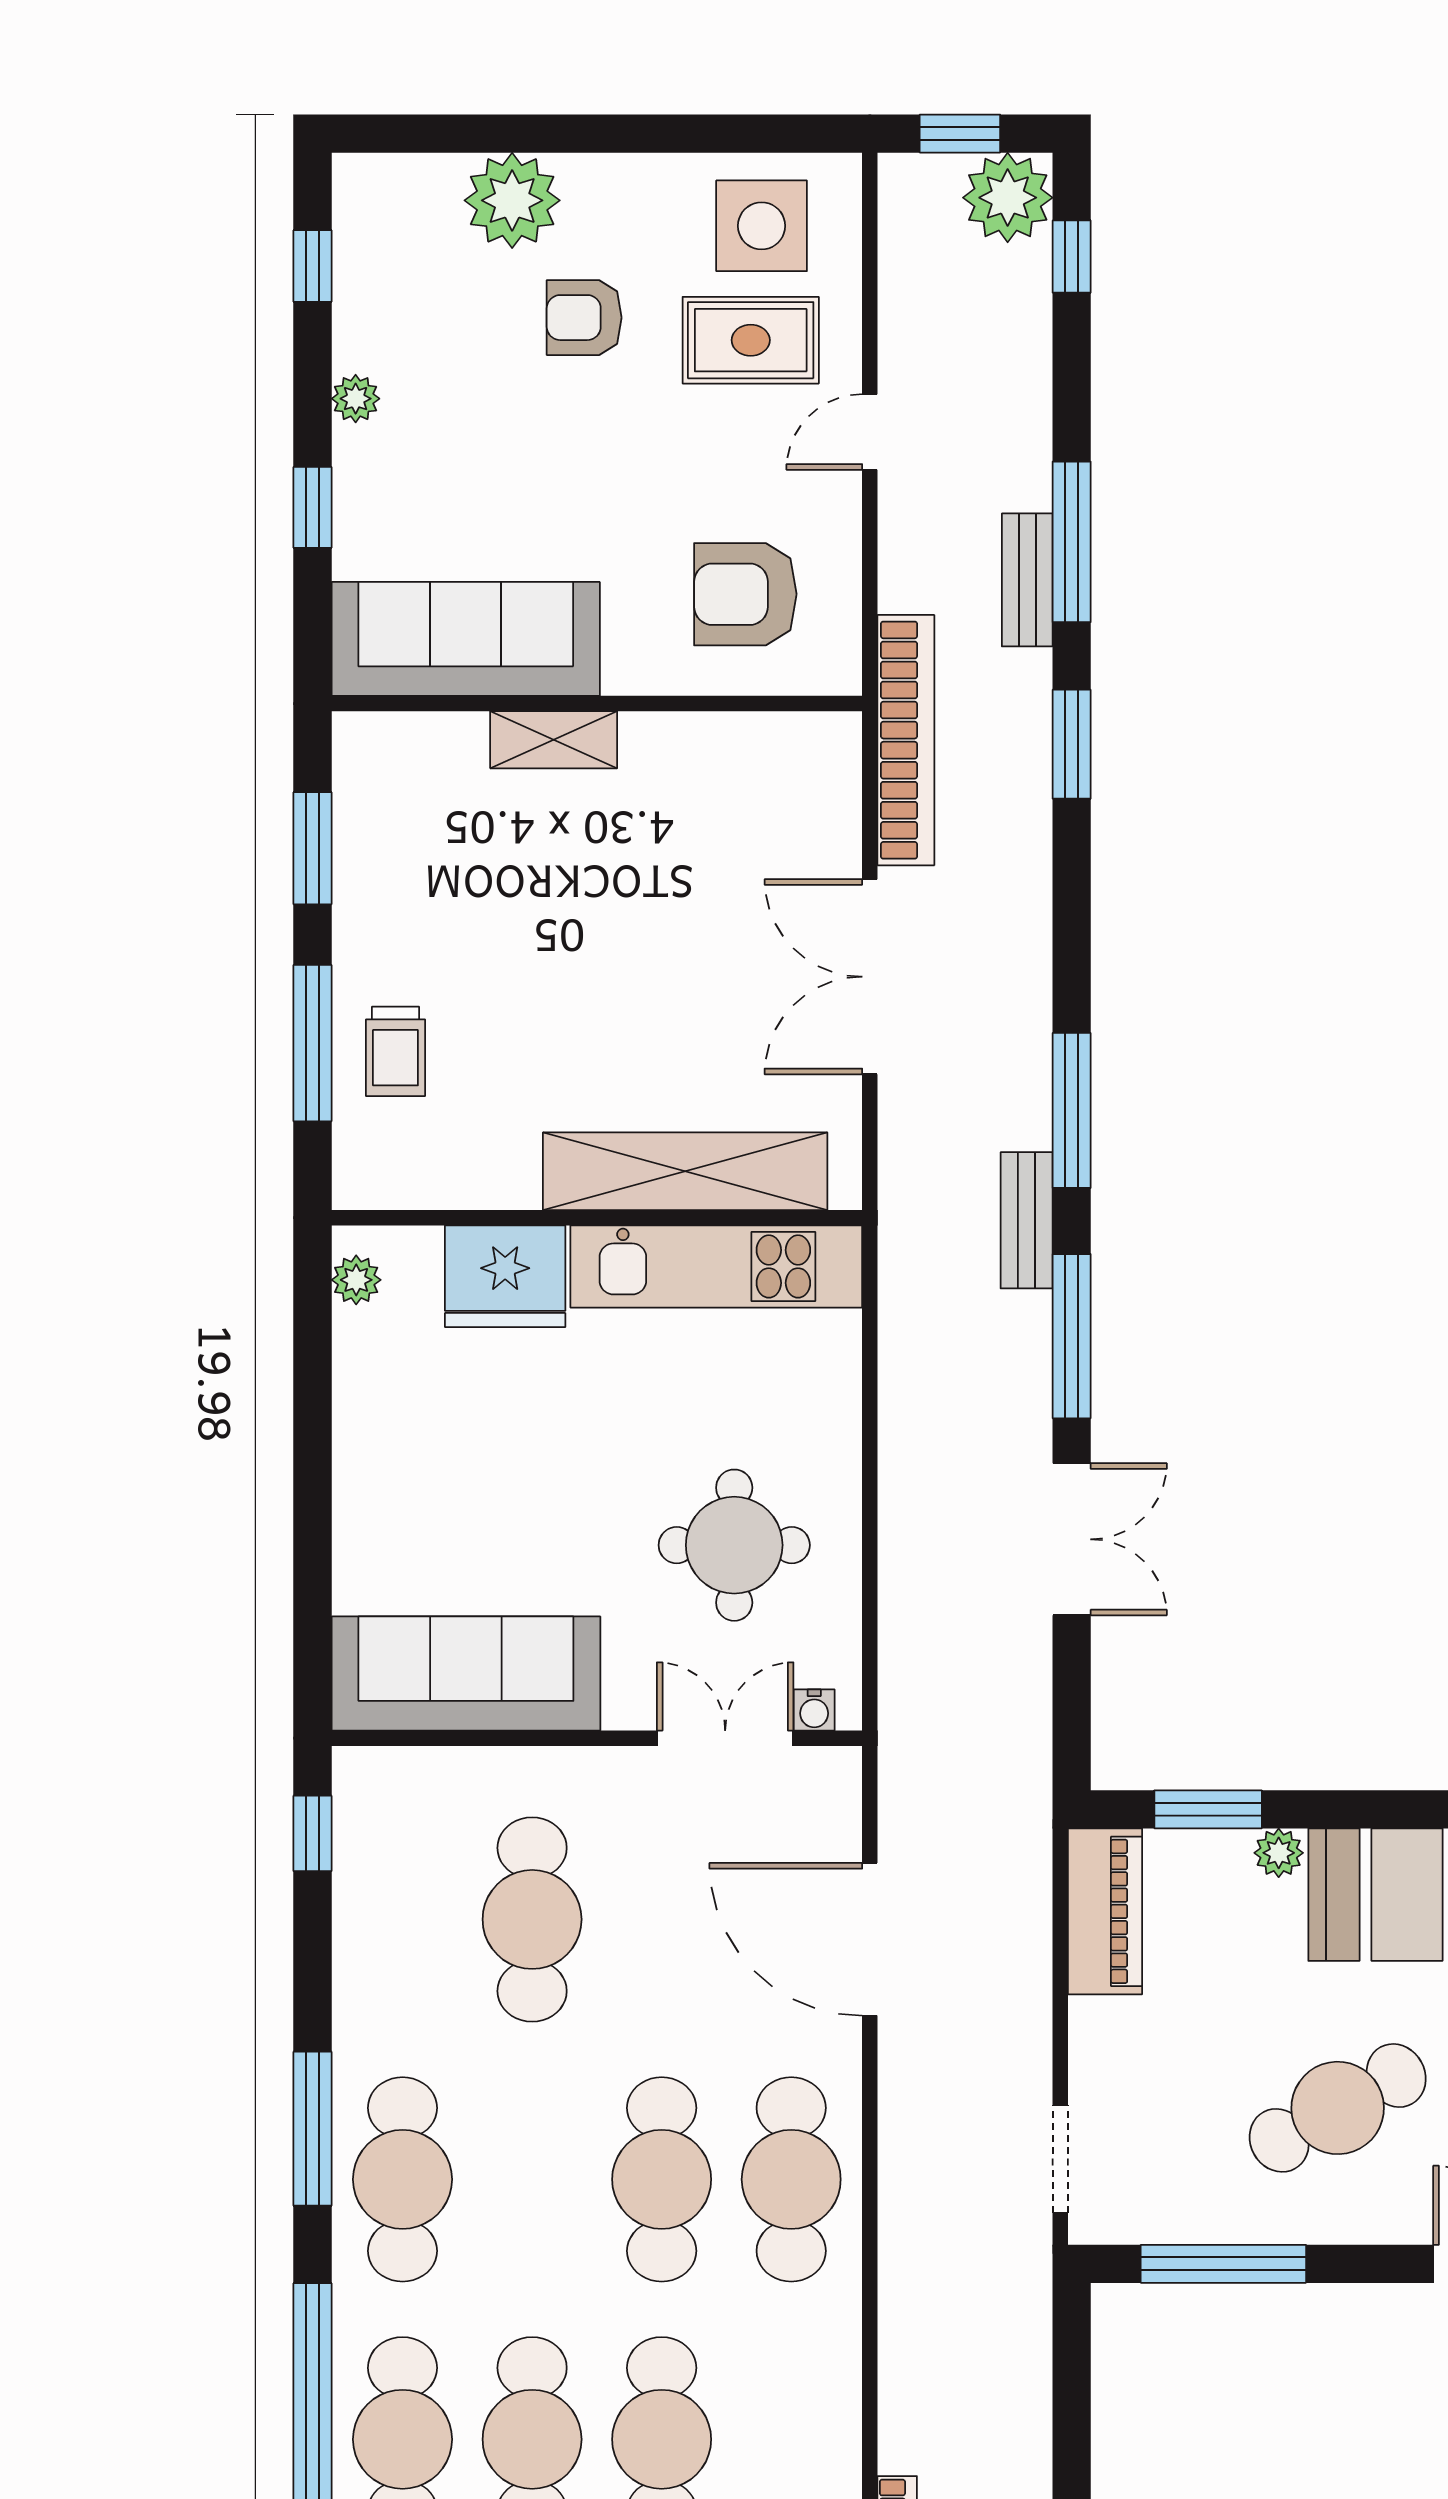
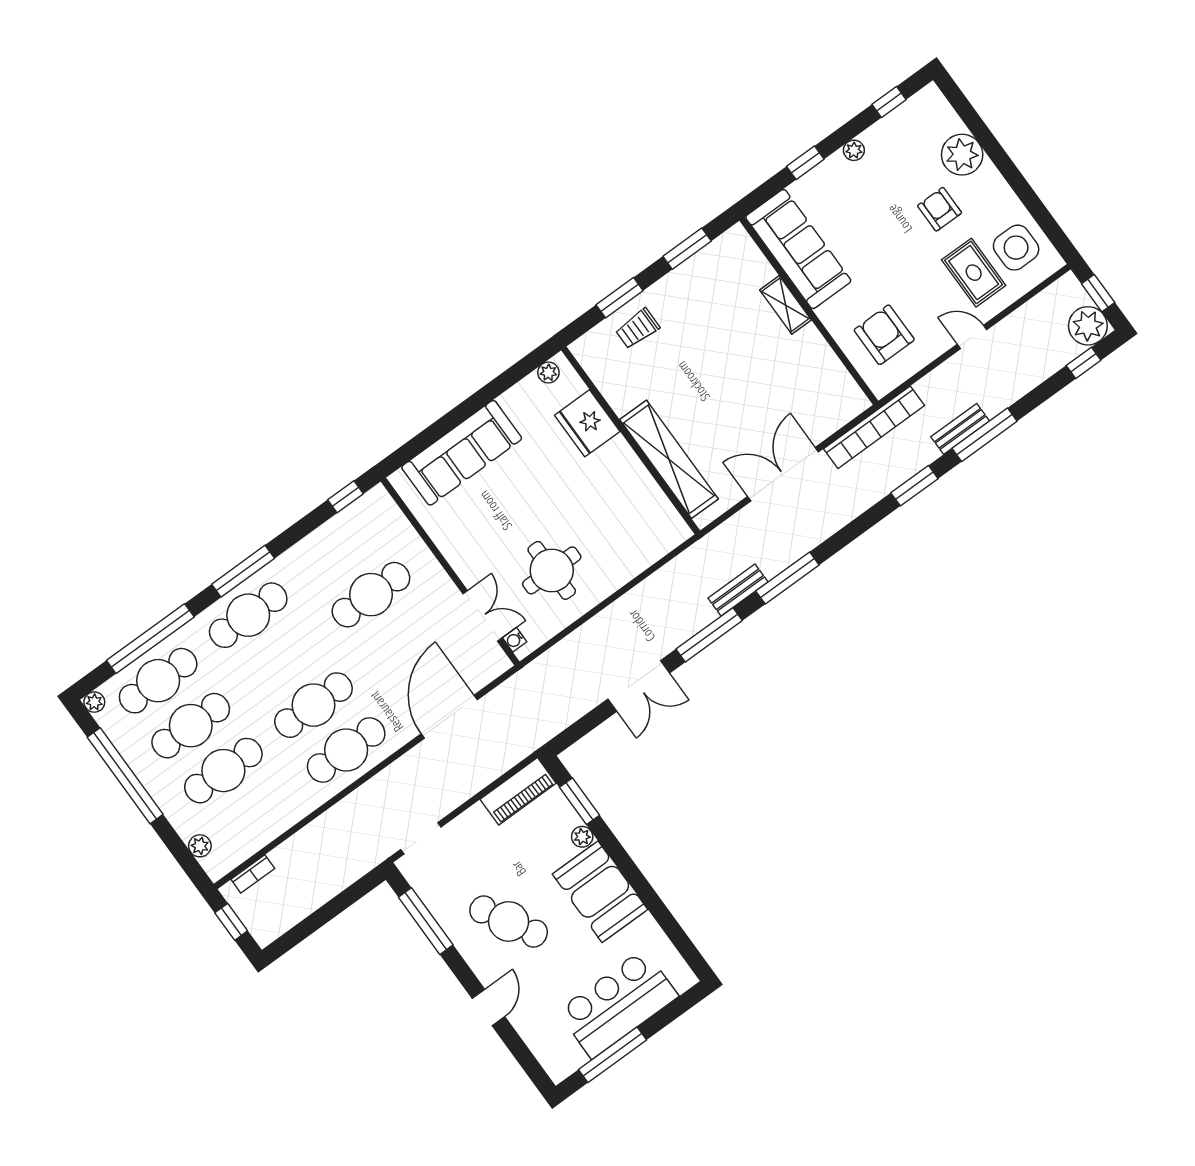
window: (312, 1043) -> (620, 298), width x0.69
kitchen unit: (716, 1266) -> (644, 494), removed
sofa: (466, 1674) -> (462, 453), moved, turned 90

